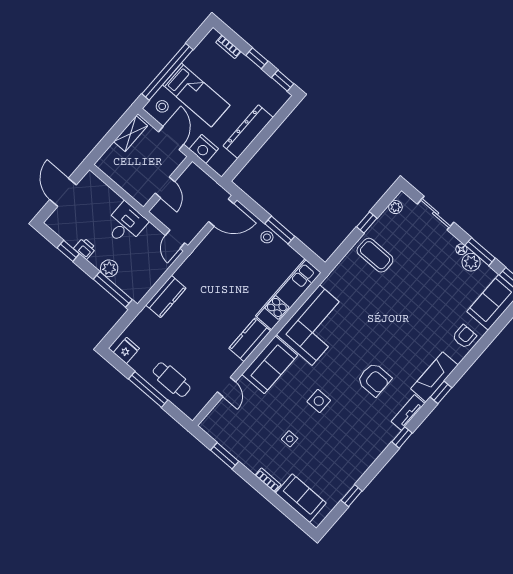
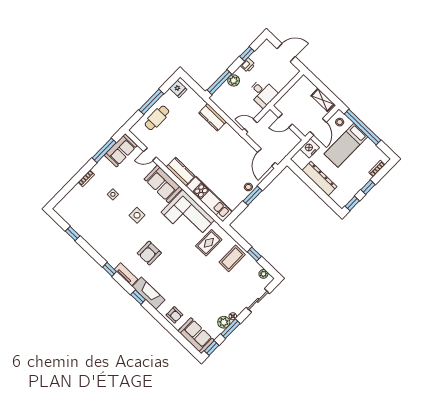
door: (171, 138) -> (318, 127), hinge flipped
rug: (354, 291) -> (209, 243), added
window: (225, 456) -> (104, 150), width x1.44
sofa: (301, 498) -> (121, 150), moved

